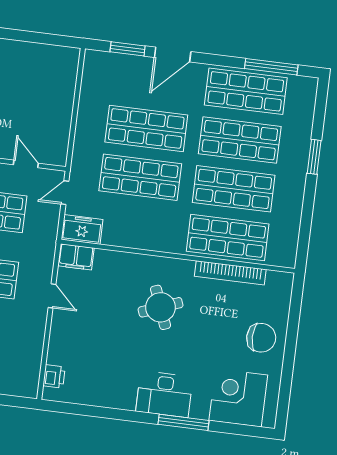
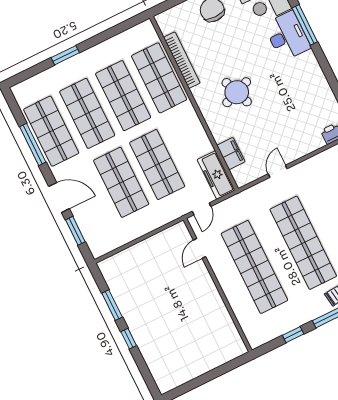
window: (27, 36) -> (112, 305), added
window: (271, 67) -> (33, 144), moved
door: (65, 193) -> (202, 209), hinge flipped
freezer: (82, 229) -> (216, 175), width x1.40
filing cabinet: (76, 257) -> (231, 154), moved
desk: (164, 394) -> (287, 36), moved

